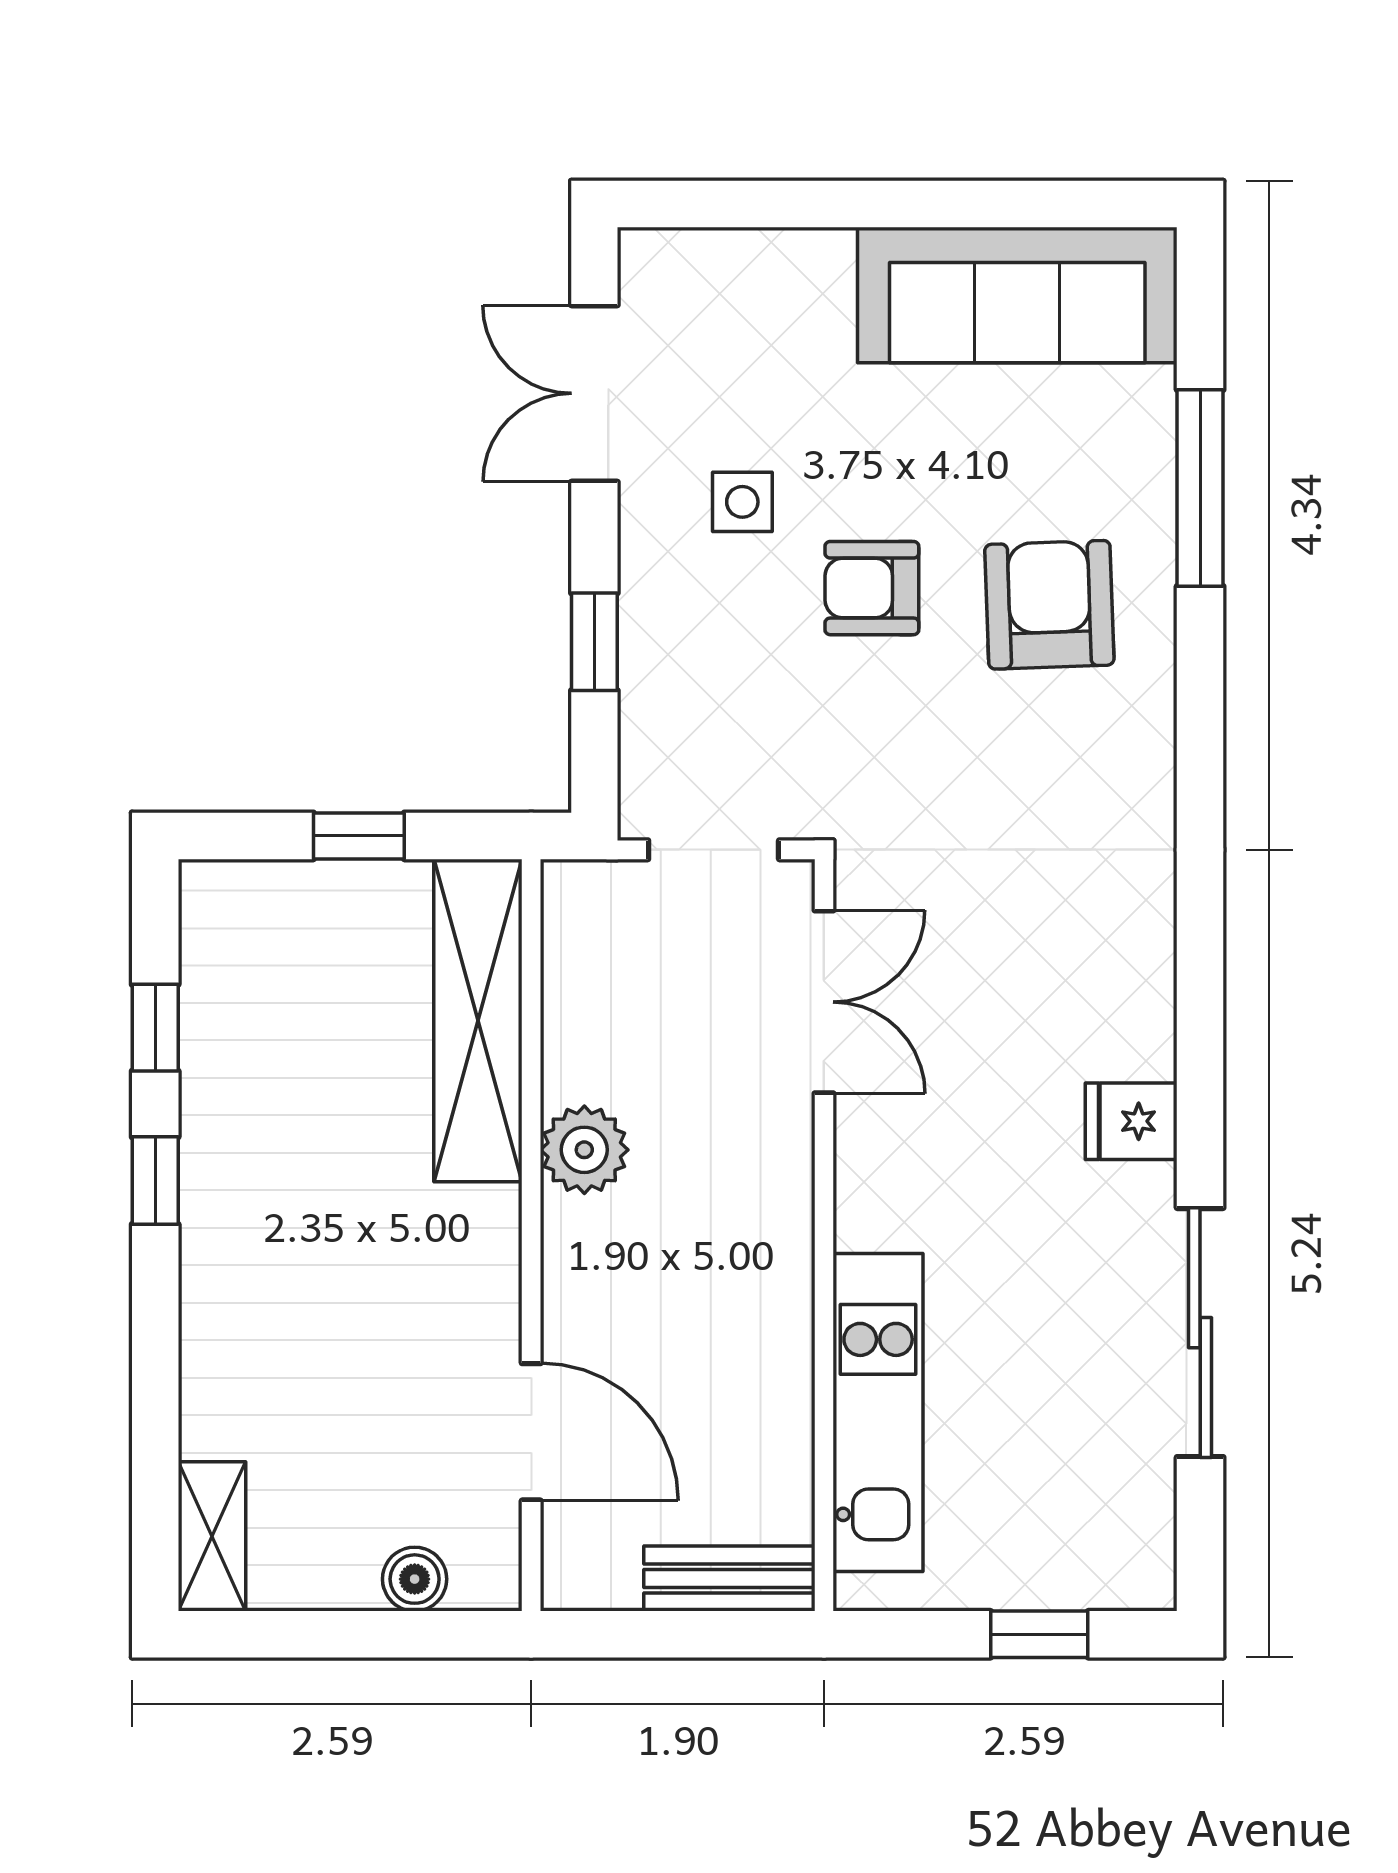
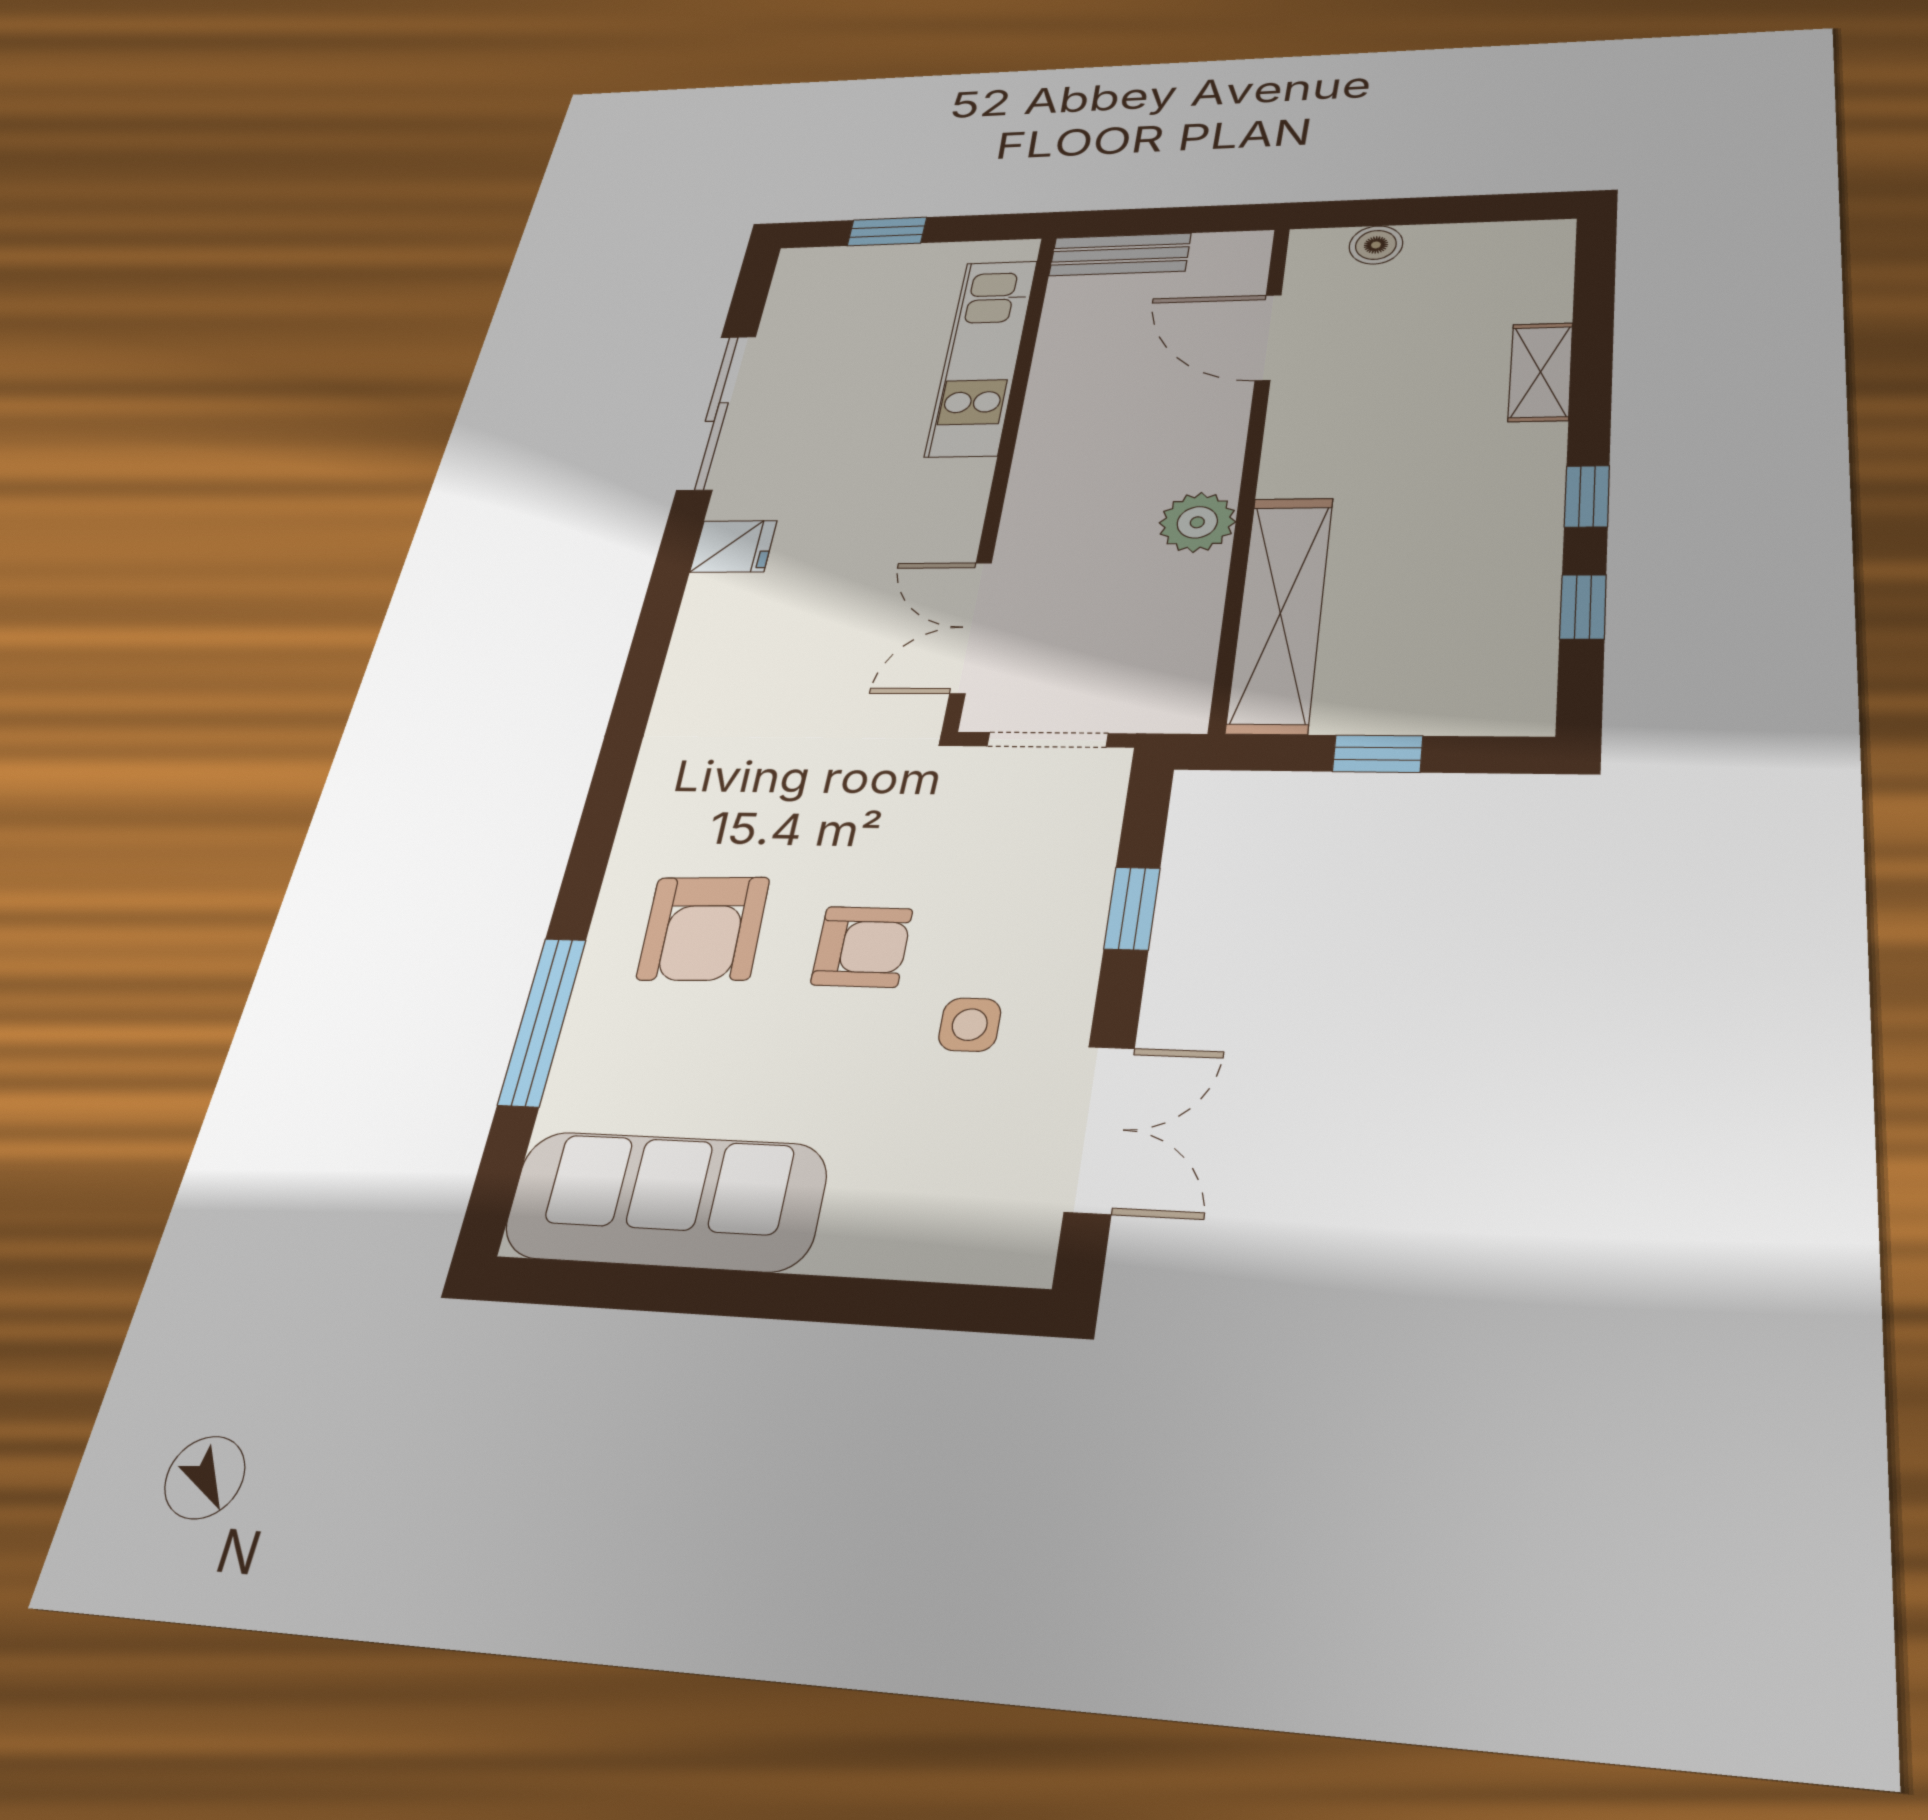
shelving: (212, 1536) -> (1540, 372), moved

